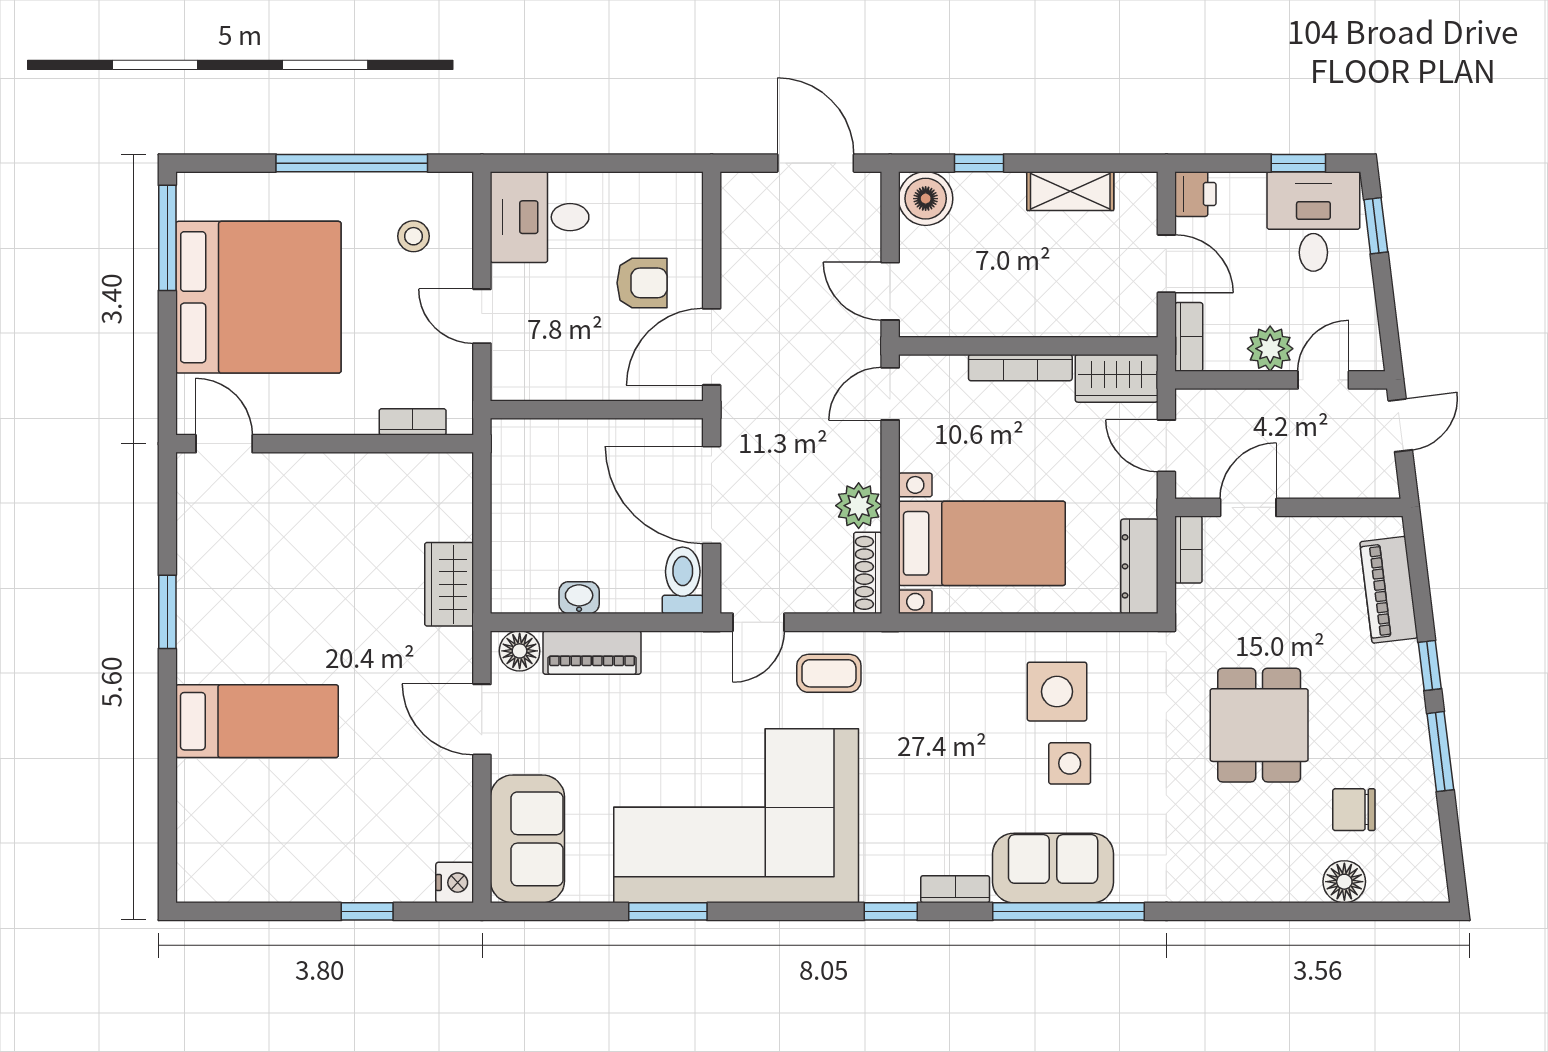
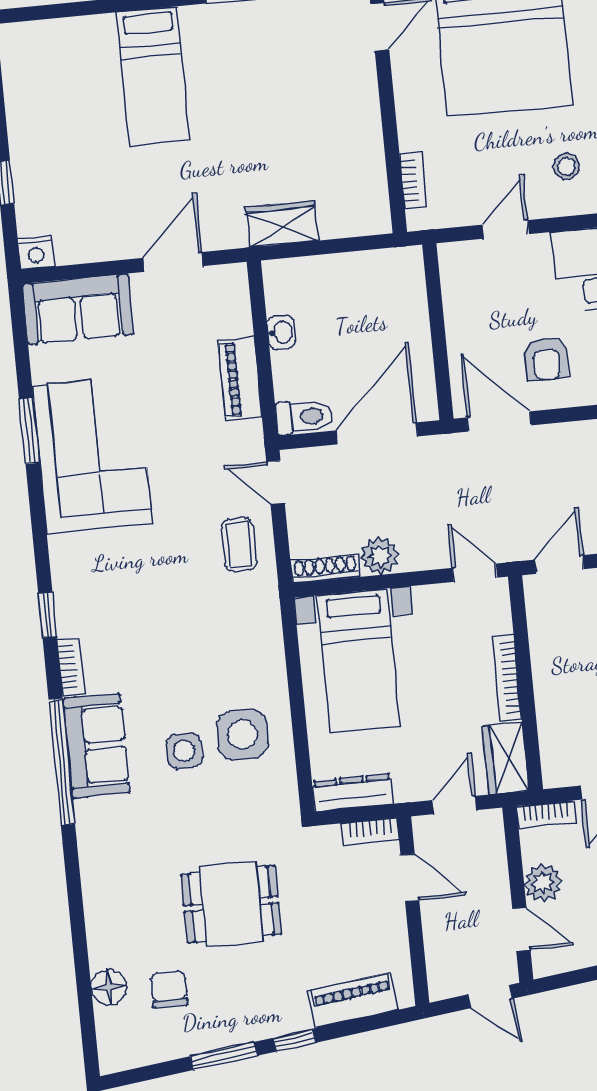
floor lamp: (520, 651) -> (232, 288), removed
piano: (592, 653) -> (240, 379), moved
corner sofa: (736, 816) -> (92, 455), width x0.73, depth x0.74

